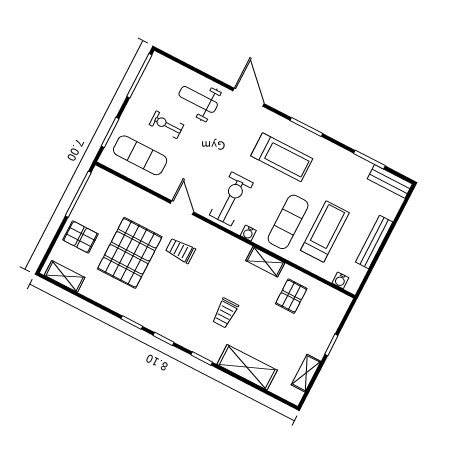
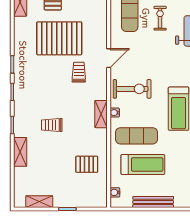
shelving: (265, 262) -> (101, 114), moved
shelving: (247, 367) -> (20, 152), width x0.67, depth x0.75

